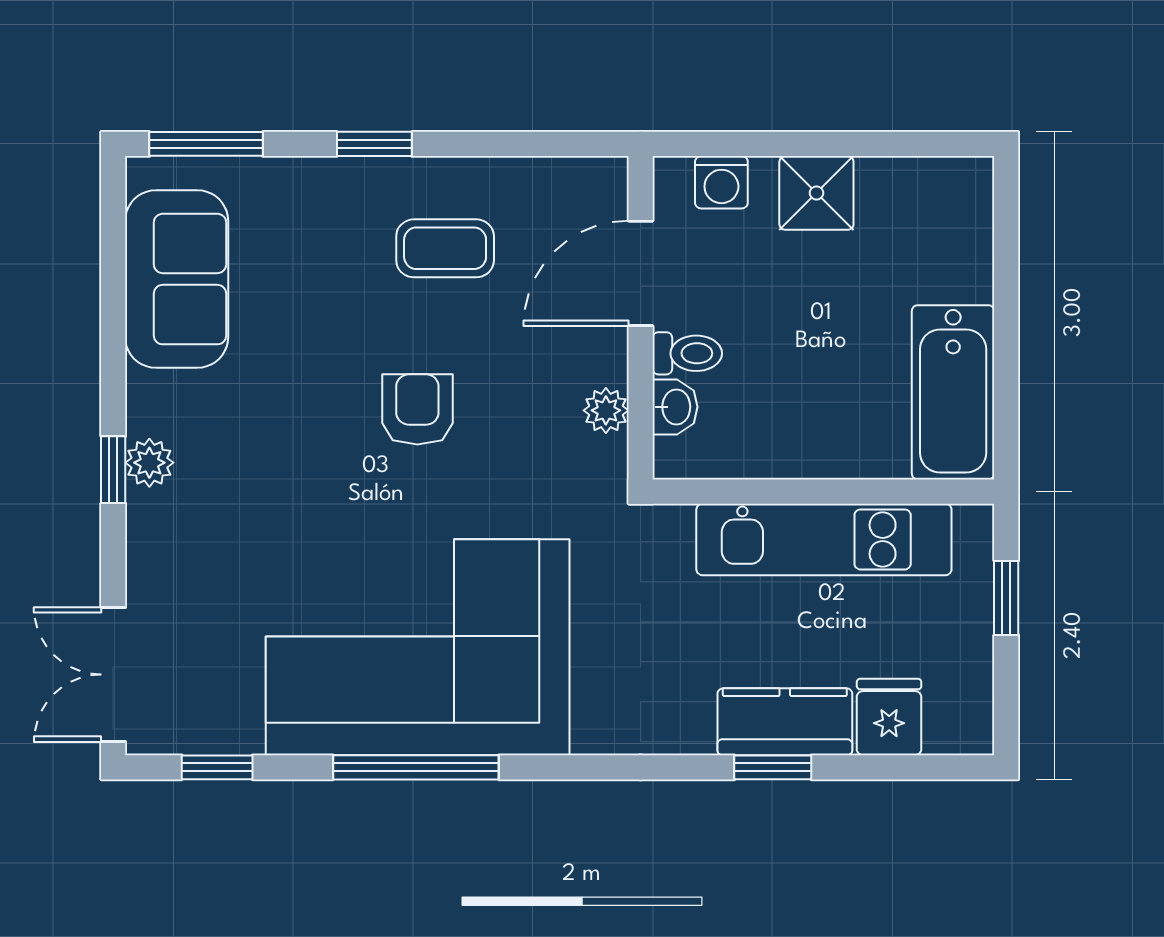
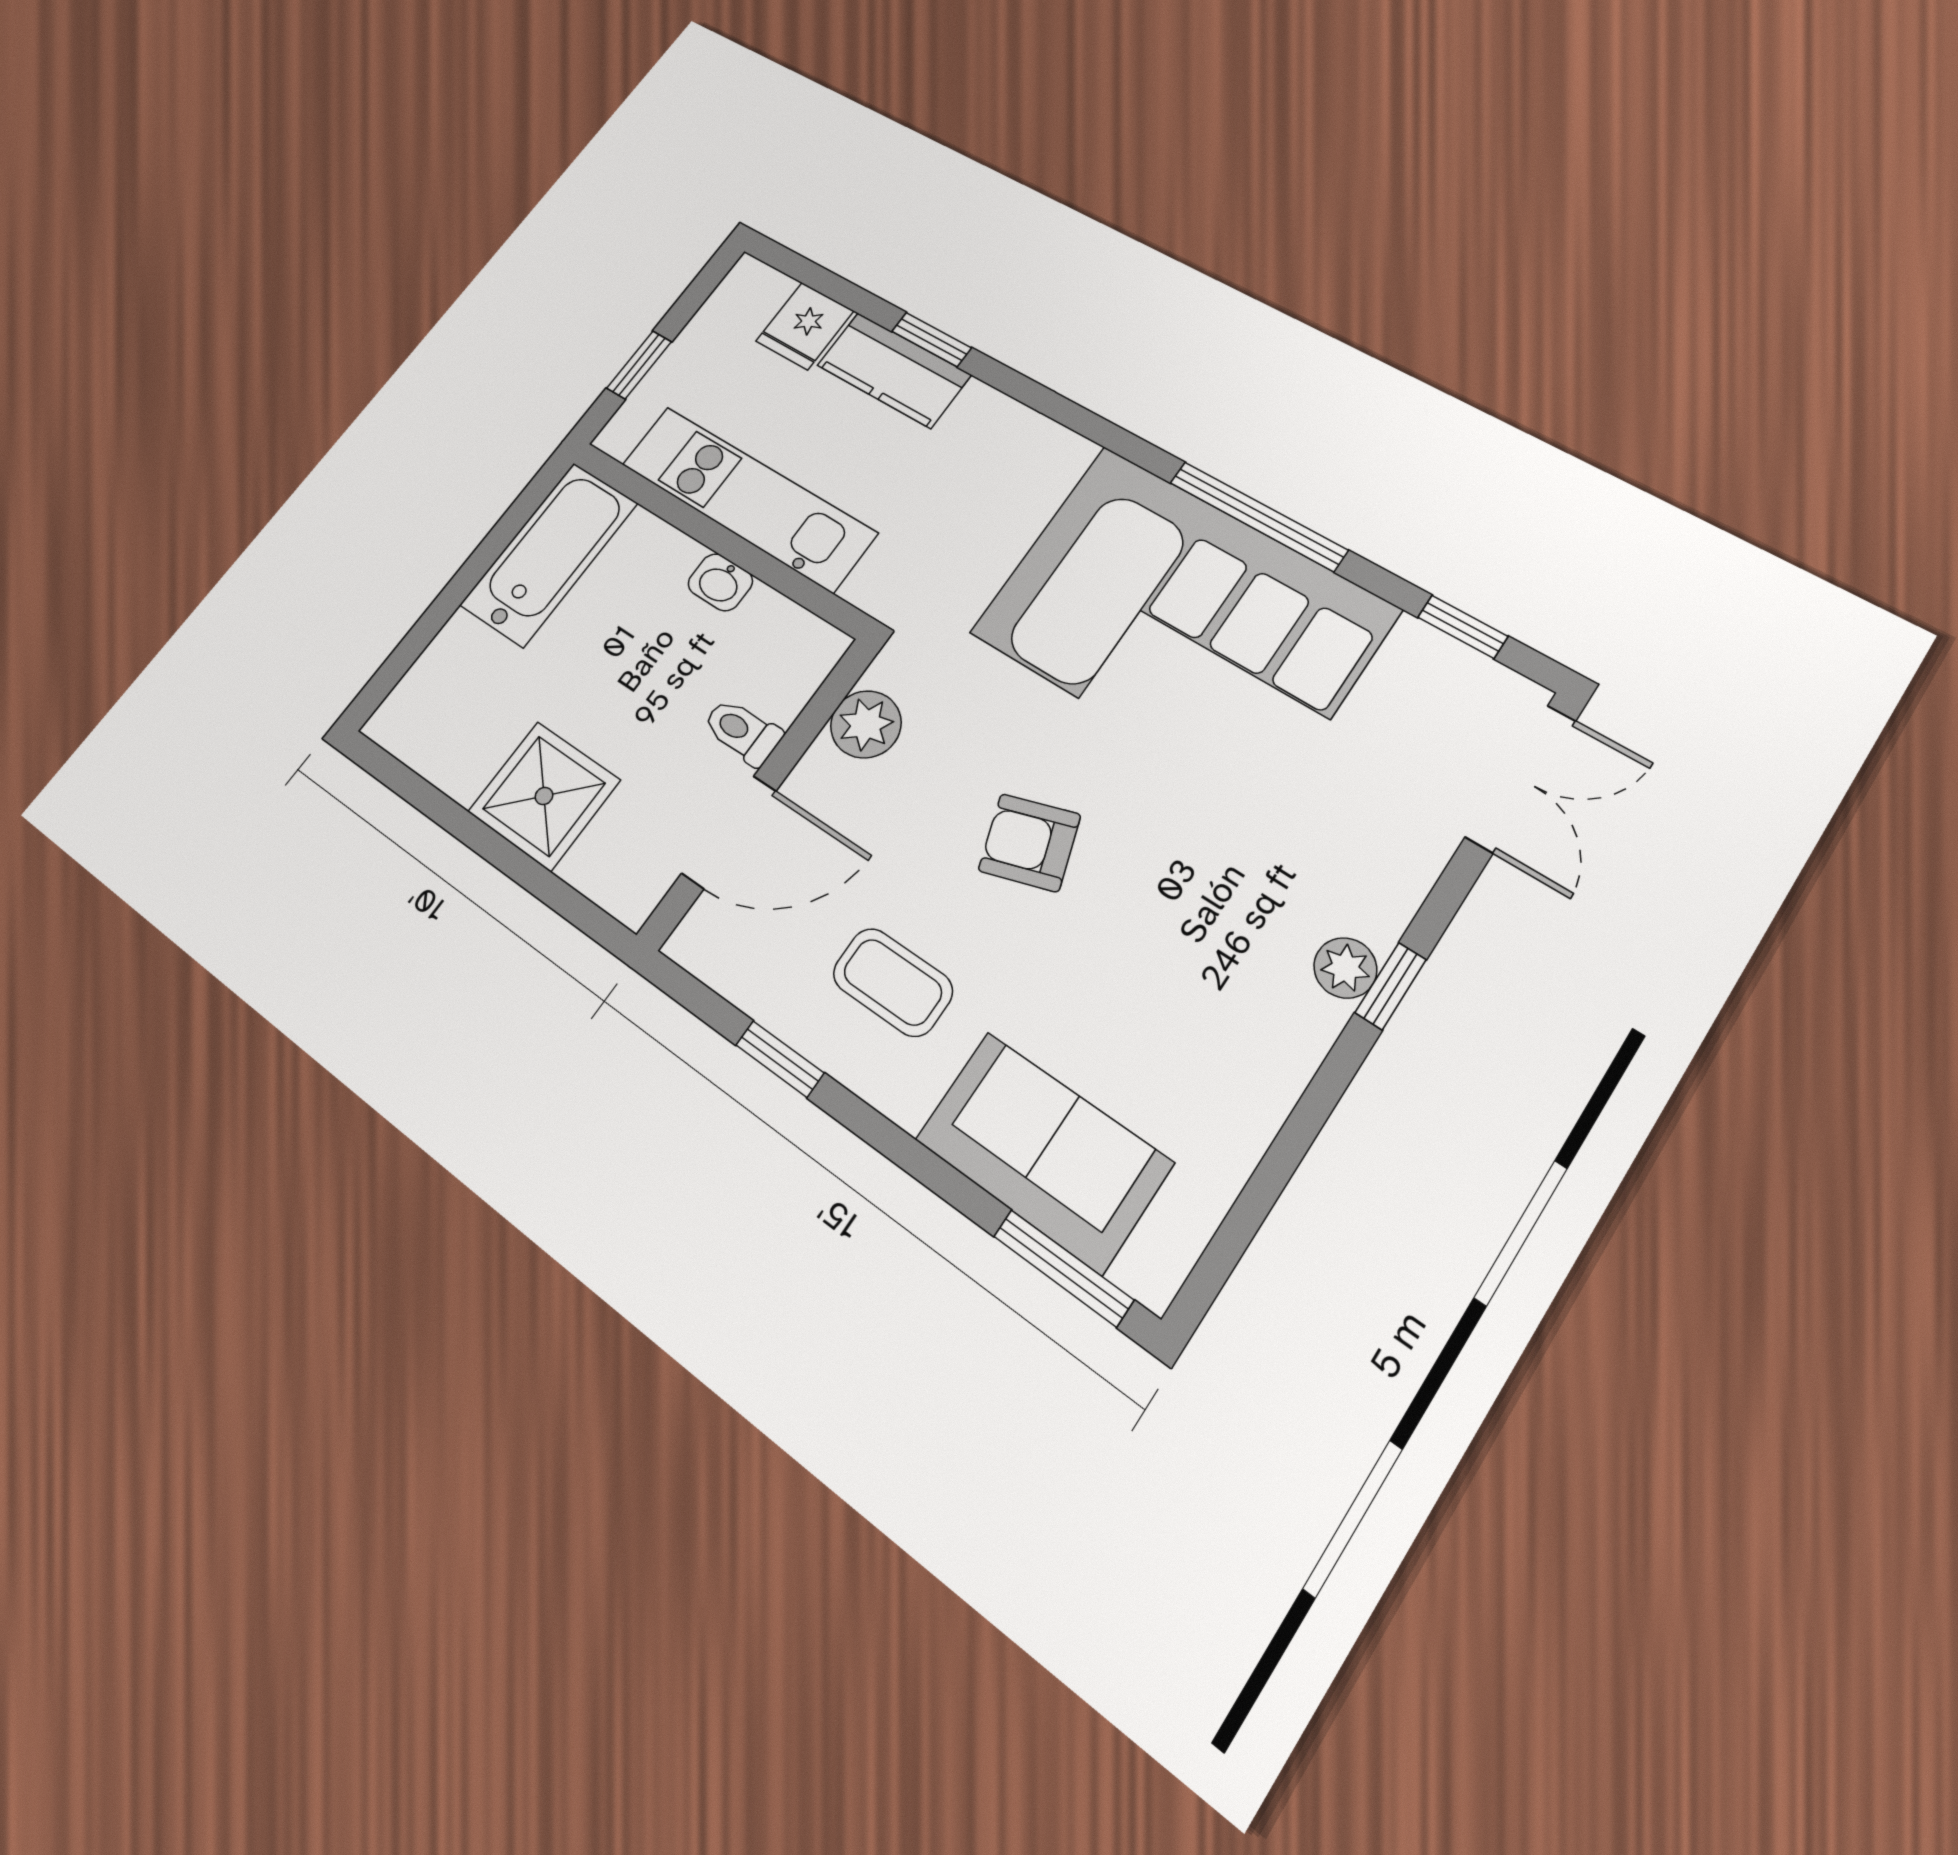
window: (374, 144) -> (780, 1059), moved
washing machine: (721, 182) -> (595, 867), removed
shower: (816, 193) -> (544, 796), width x1.36, depth x1.36
sofa: (177, 279) -> (1043, 1151), moved, turned 90
washbasin: (675, 407) -> (720, 582), moved, turned -90
armchair: (417, 409) -> (1030, 843), turned 72
plant: (606, 410) -> (866, 724), width x1.38, depth x1.38

